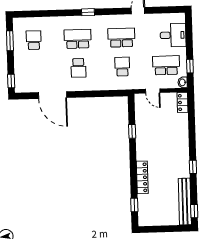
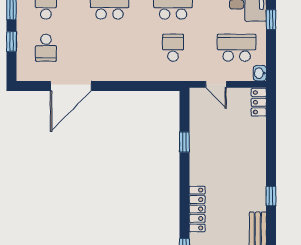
window: (190, 66) -> (271, 20), moved
school desk: (78, 68) -> (46, 48), moved
window: (11, 81) -> (11, 41), moved
door: (53, 95) -> (71, 86), hinge flipped

